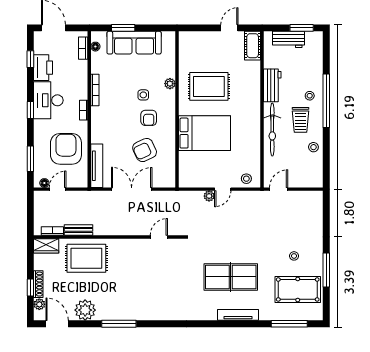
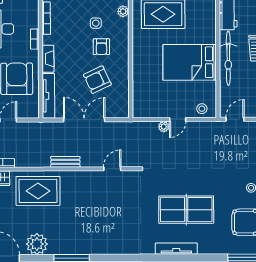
fireplace: (97, 129) -> (48, 59), added
bed: (204, 133) -> (190, 62), moved, turned 180
bench: (79, 230) -> (65, 162), moved
tv unit: (238, 315) -> (176, 249), moved

